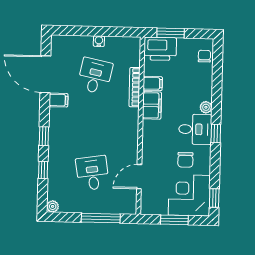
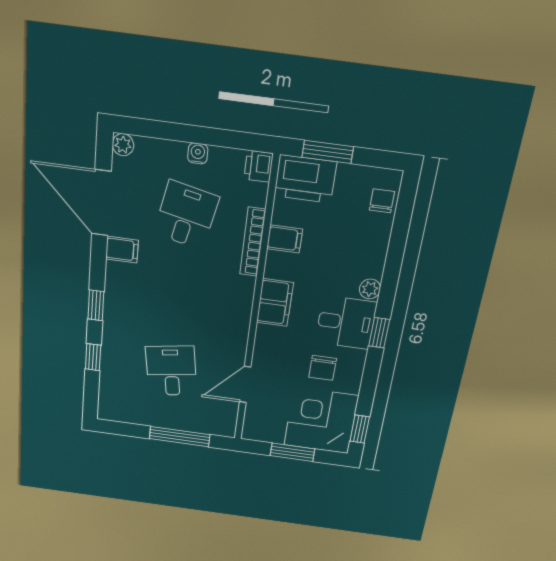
printer: (133, 45) -> (259, 166), added
filing cabinet: (152, 105) -> (275, 303), moved
plant: (53, 206) -> (123, 145), moved

